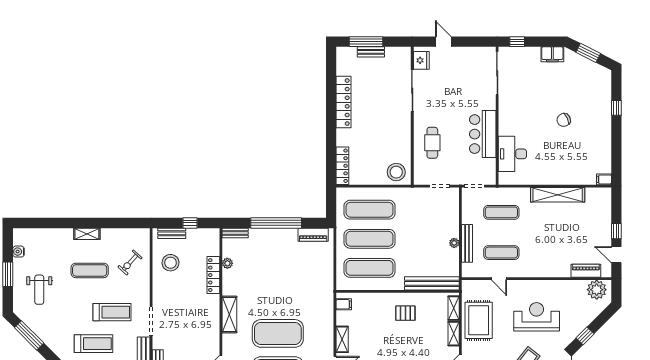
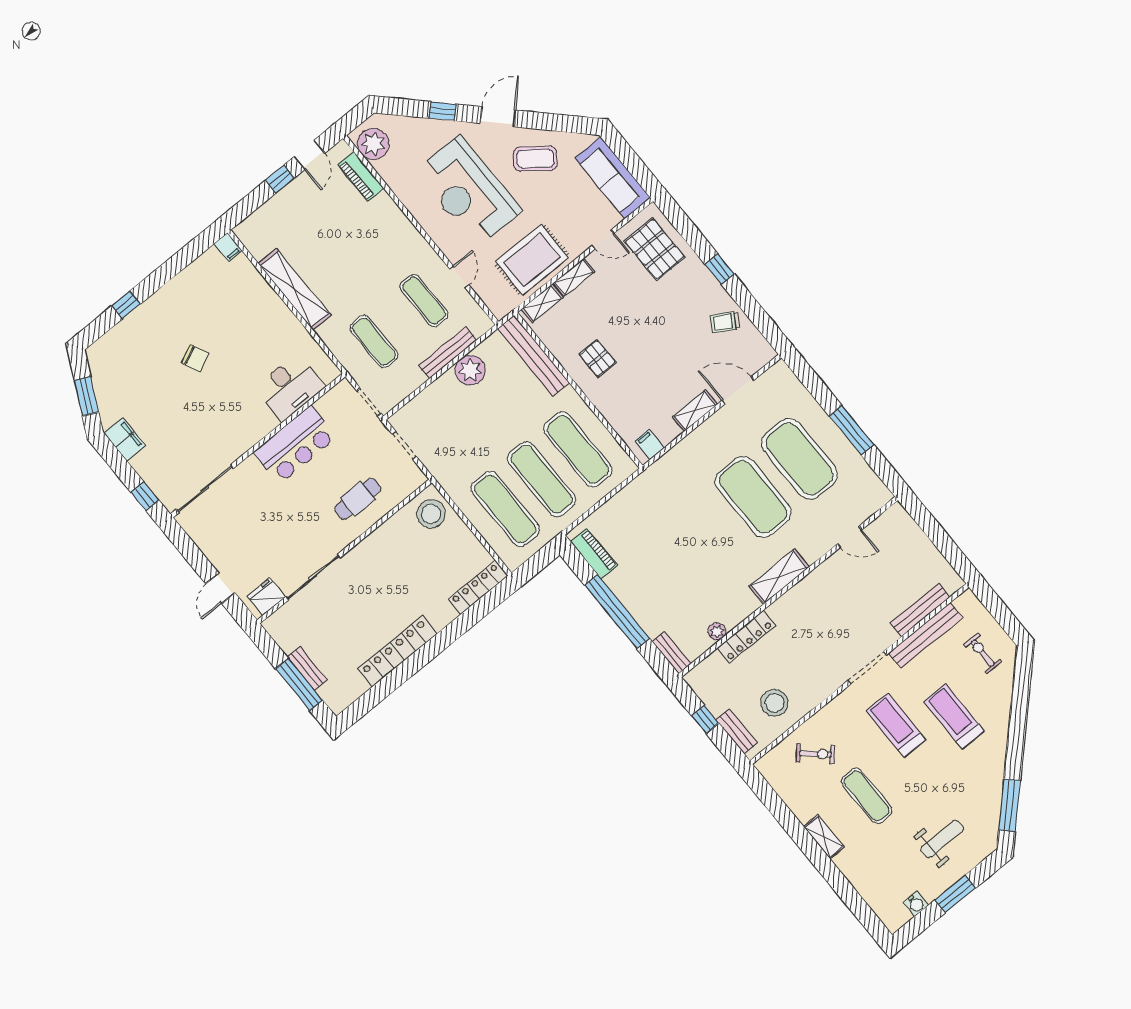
plant: (454, 243) -> (470, 370), width x1.88, depth x1.88
reception desk: (537, 317) -> (468, 191), width x1.36, depth x1.30

